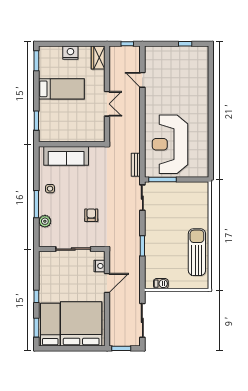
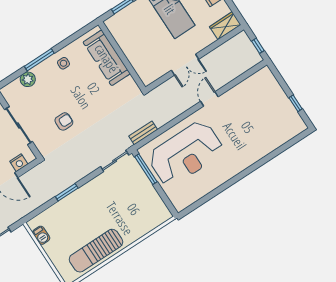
door: (142, 80) -> (209, 99), moved
reception desk: (170, 144) -> (186, 154), turned 180
sun lounger: (197, 252) -> (96, 251), turned 180

